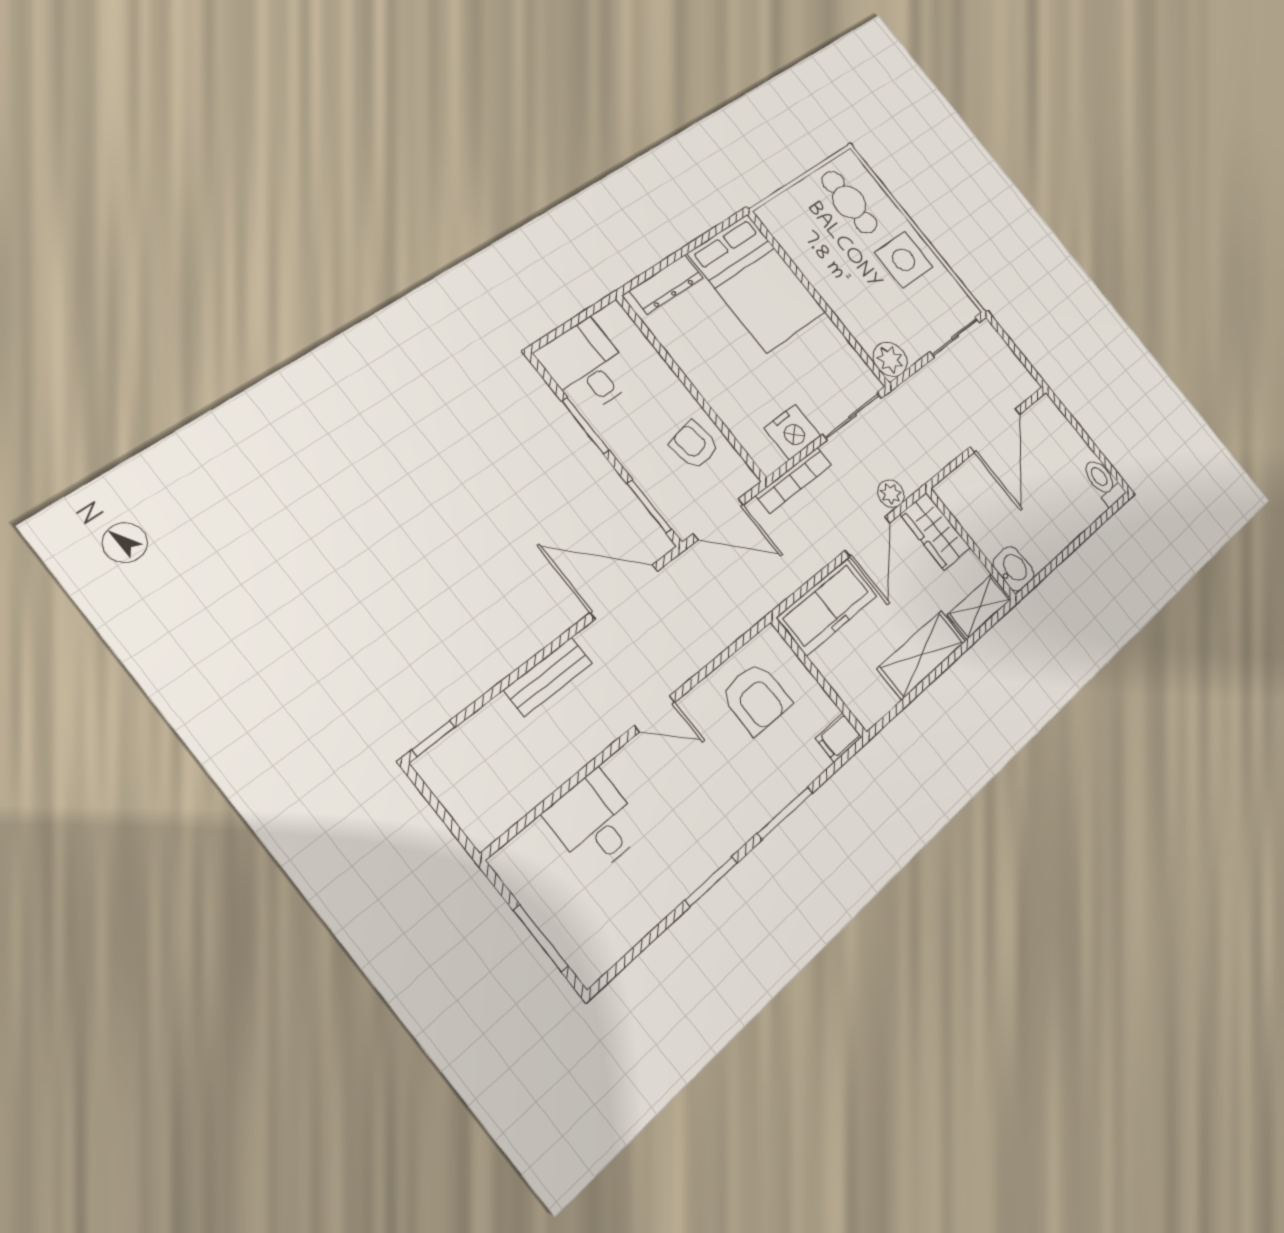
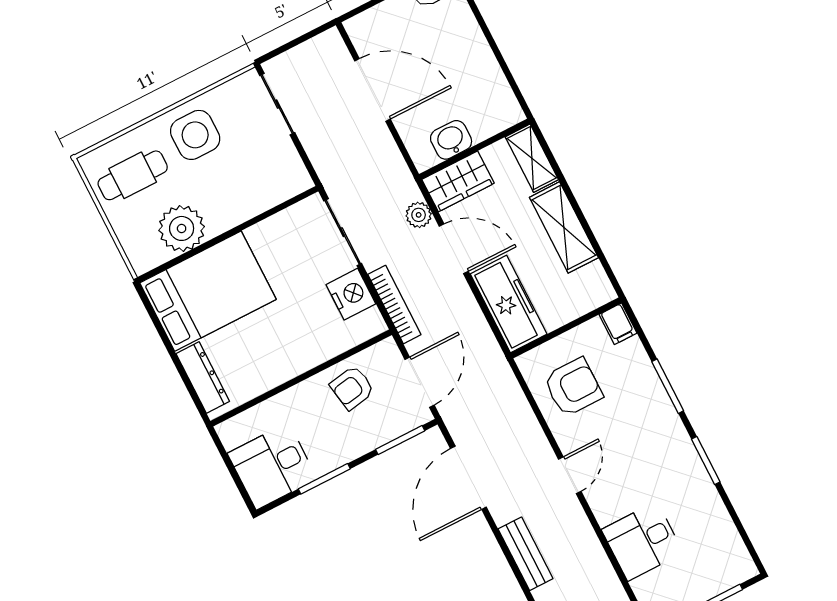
plant: (890, 359) -> (182, 228), moved, width x1.36, depth x1.36
washbasin: (1013, 569) -> (451, 140), moved

